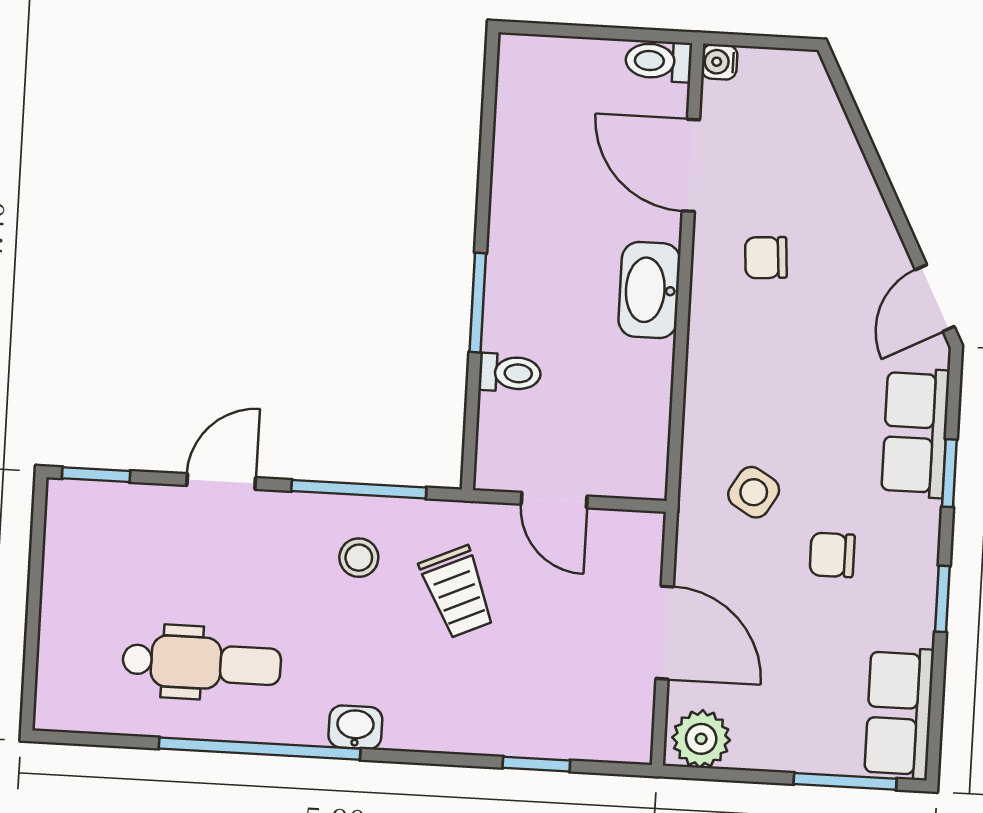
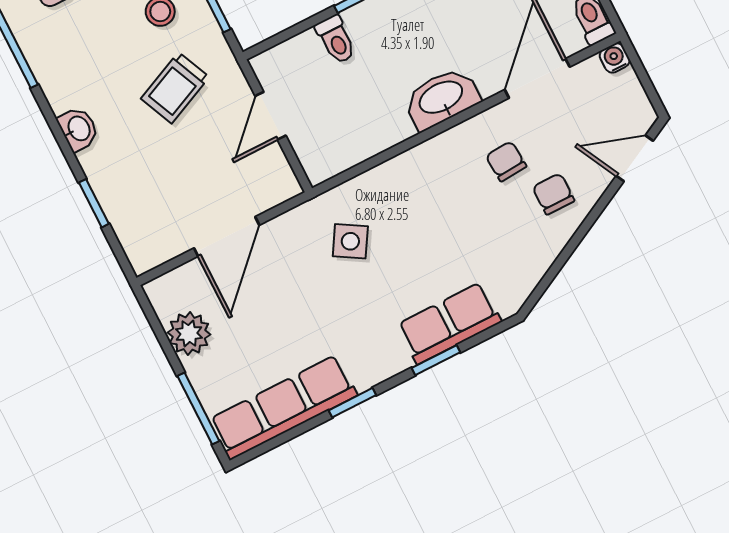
door: (935, 298) -> (635, 158), moved
chair: (832, 555) -> (553, 194), moved
row of seats: (899, 713) -> (283, 407), width x1.48
washbasin: (355, 727) -> (78, 129), moved
plant: (701, 739) -> (189, 333), moved

